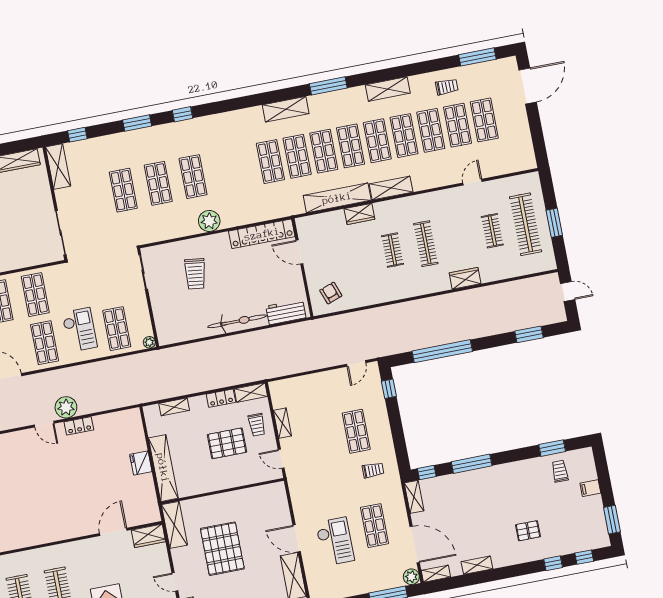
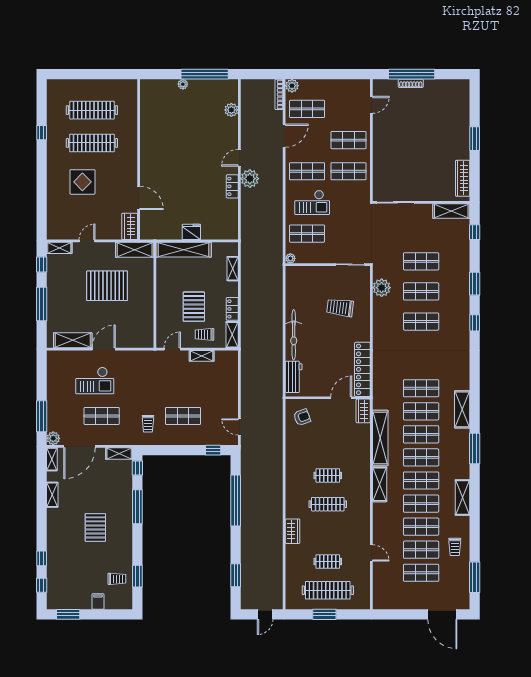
wardrobe: (359, 214) -> (363, 411), moved
plant: (209, 221) -> (382, 288), moved
pallet: (528, 531) -> (95, 527), moved, width x1.50, depth x1.42

